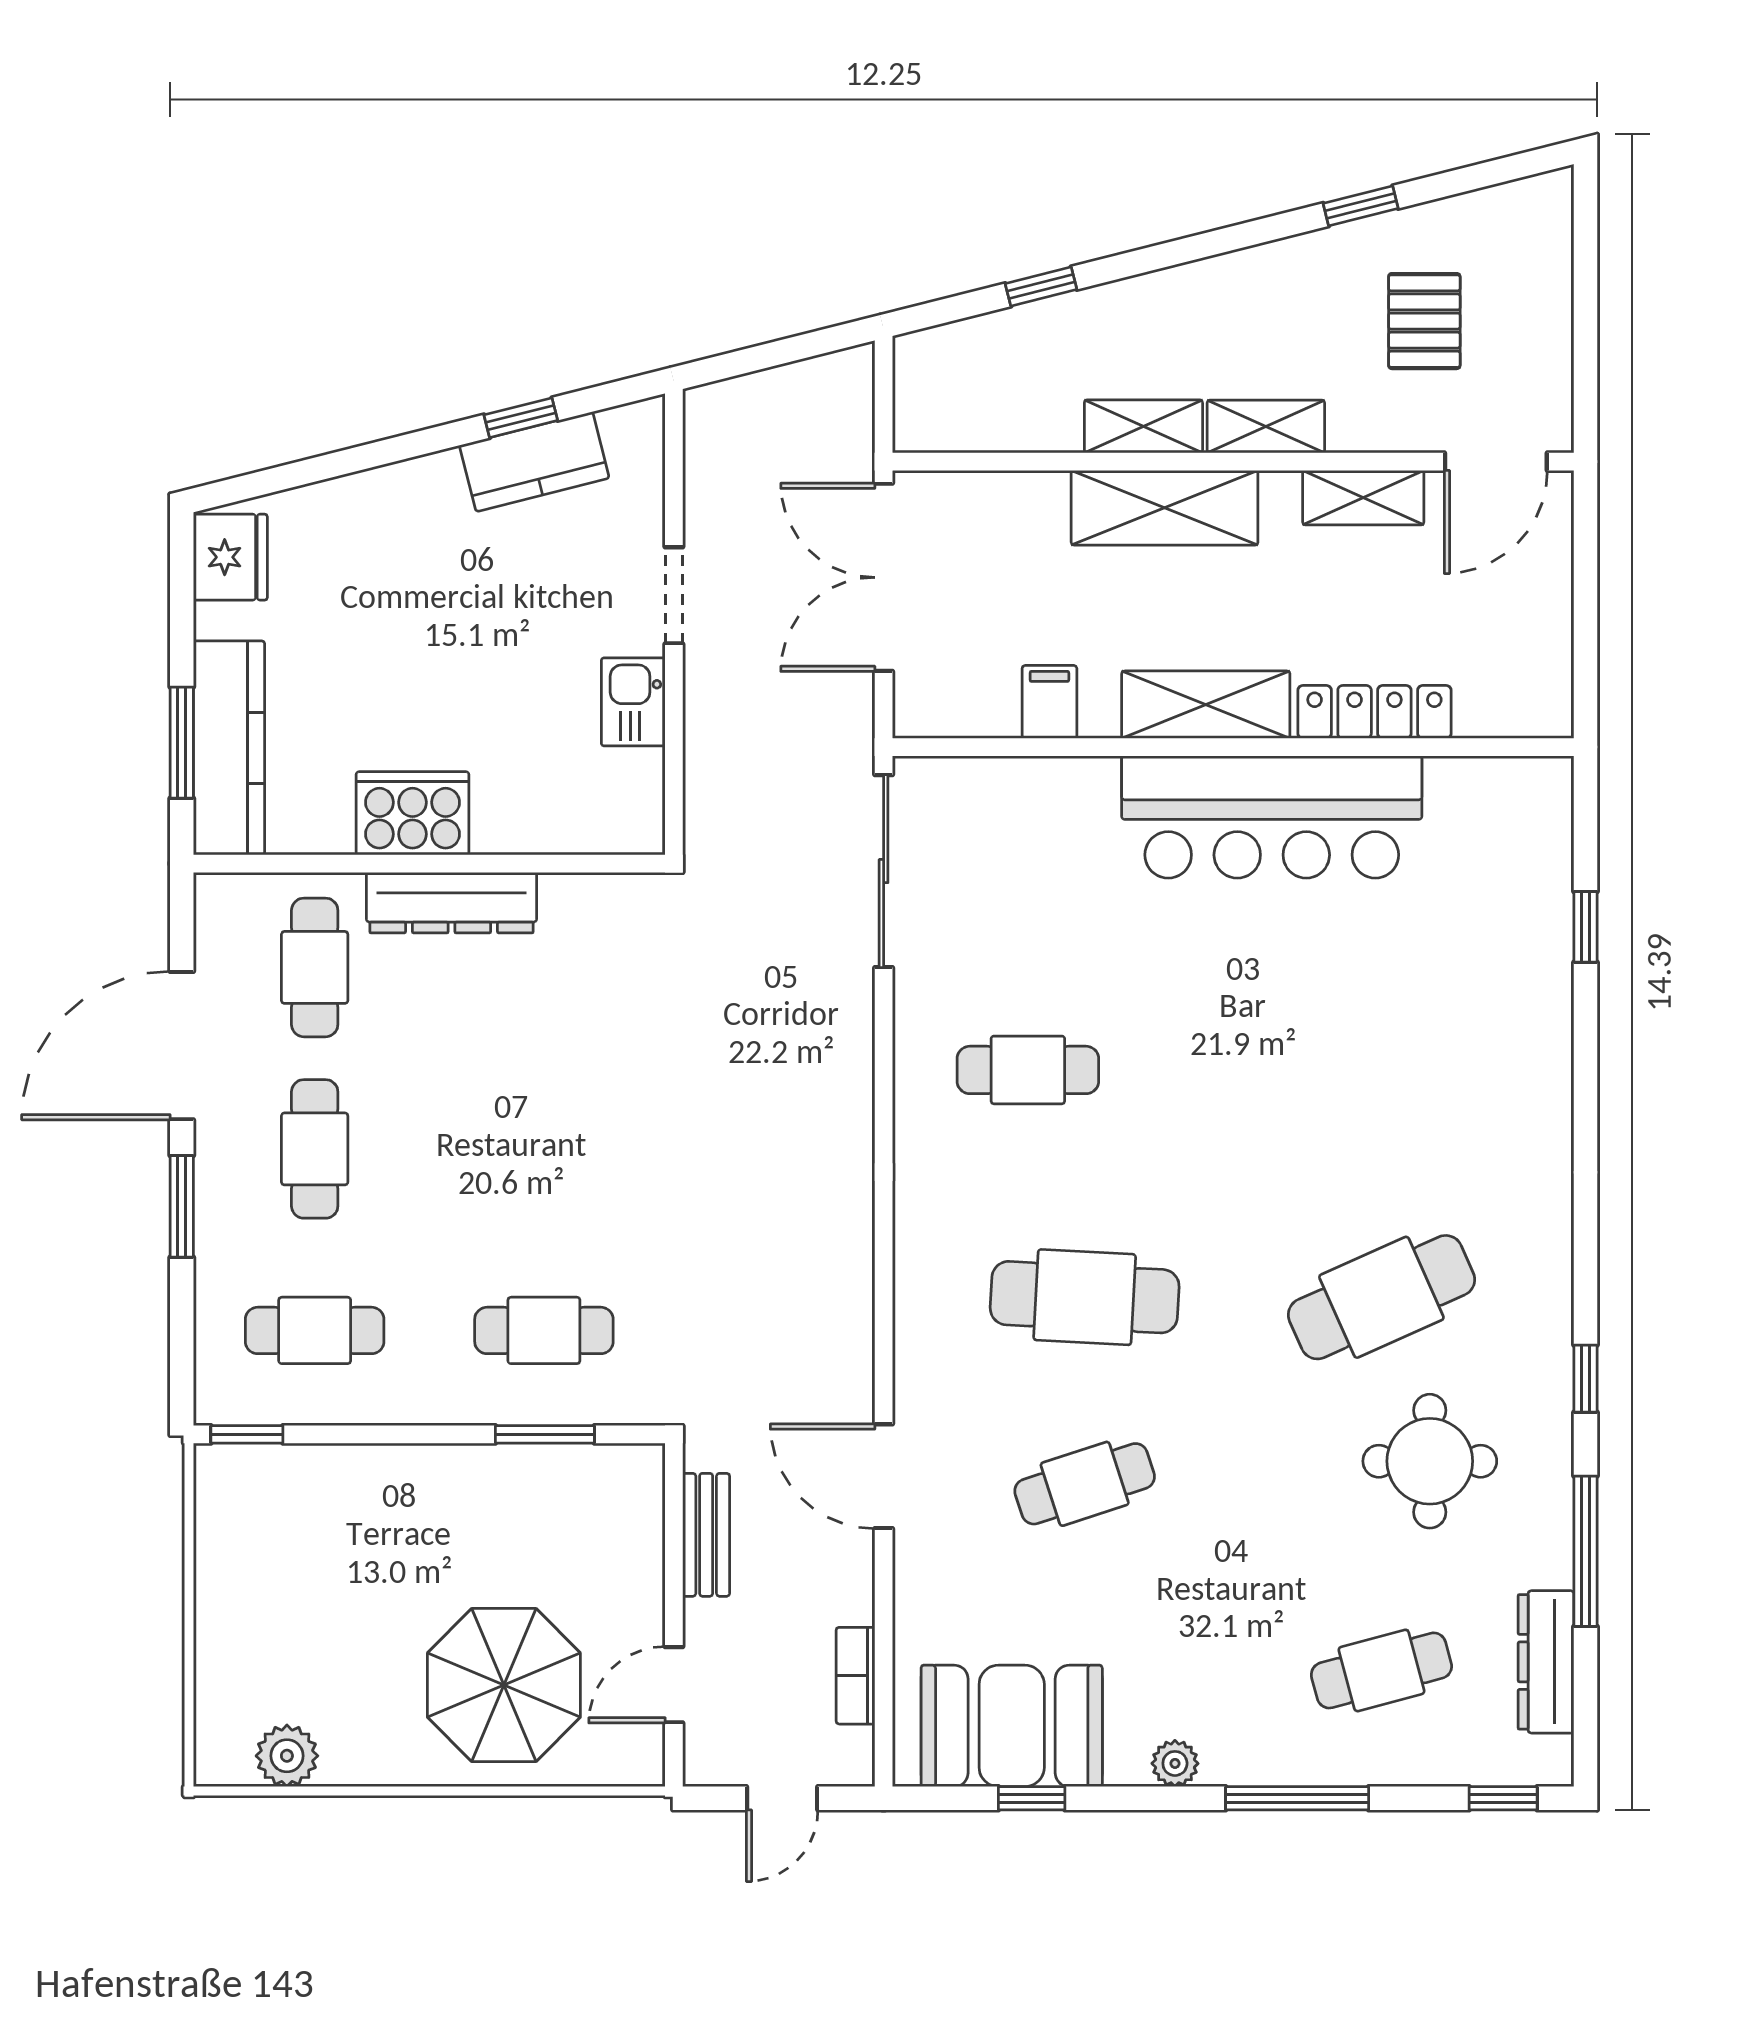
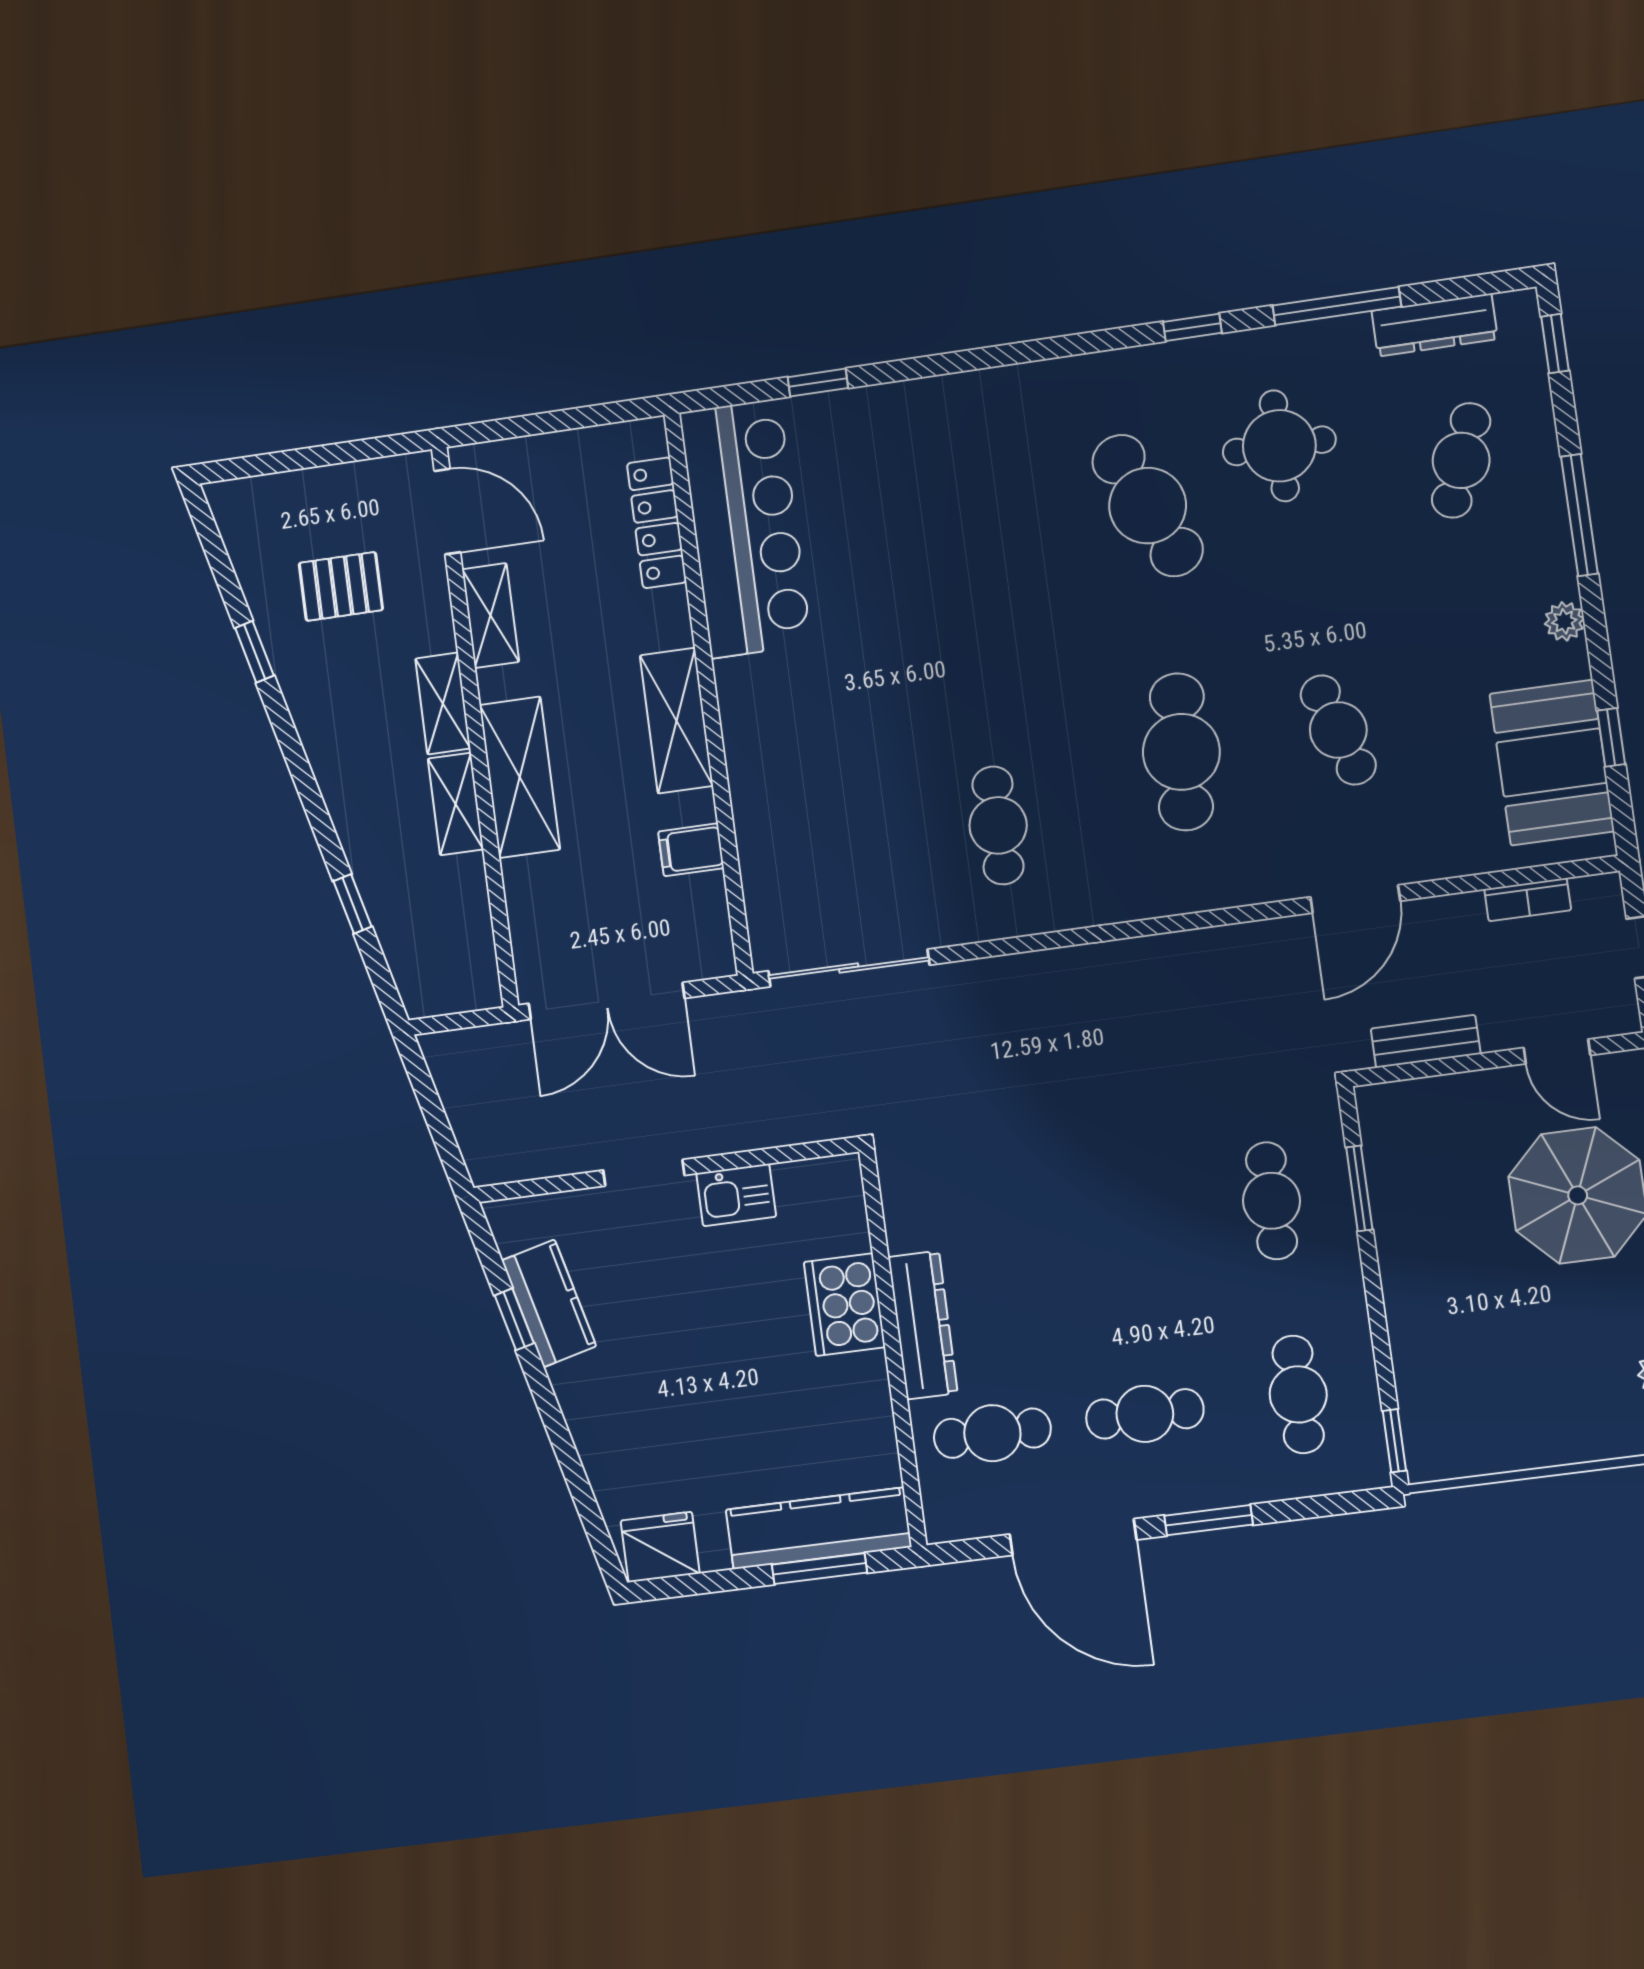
locker: (1374, 712) -> (657, 523), moved
cooker: (412, 813) -> (844, 1305), moved
bar counter: (1272, 817) -> (745, 528), moved
cafe table: (1381, 1670) -> (1461, 460), turned 36

